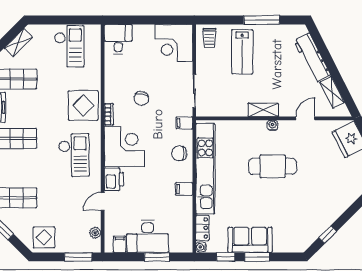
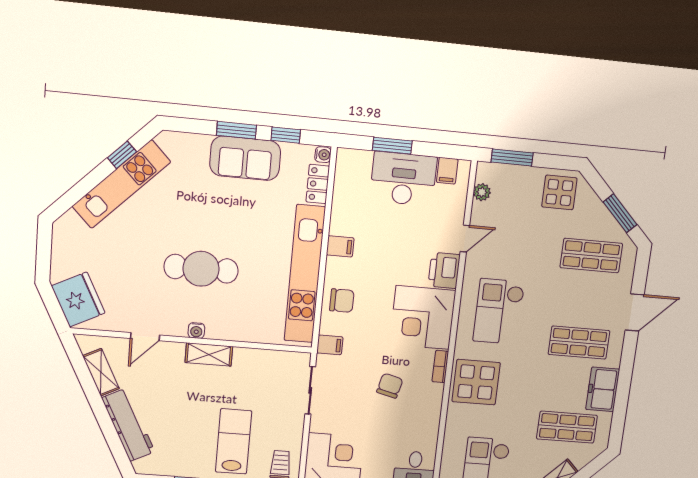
kitchen unit: (327, 216) -> (121, 184), added

